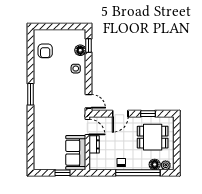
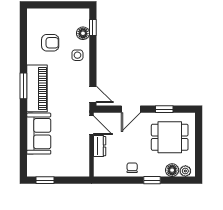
armchair: (45, 51) -> (50, 43), moved, turned -90
piano: (42, 96) -> (37, 88), added
sofa: (76, 153) -> (39, 134), moved, turned 180
window: (62, 173) -> (45, 180), moved
window: (138, 173) -> (152, 180), width x0.32

